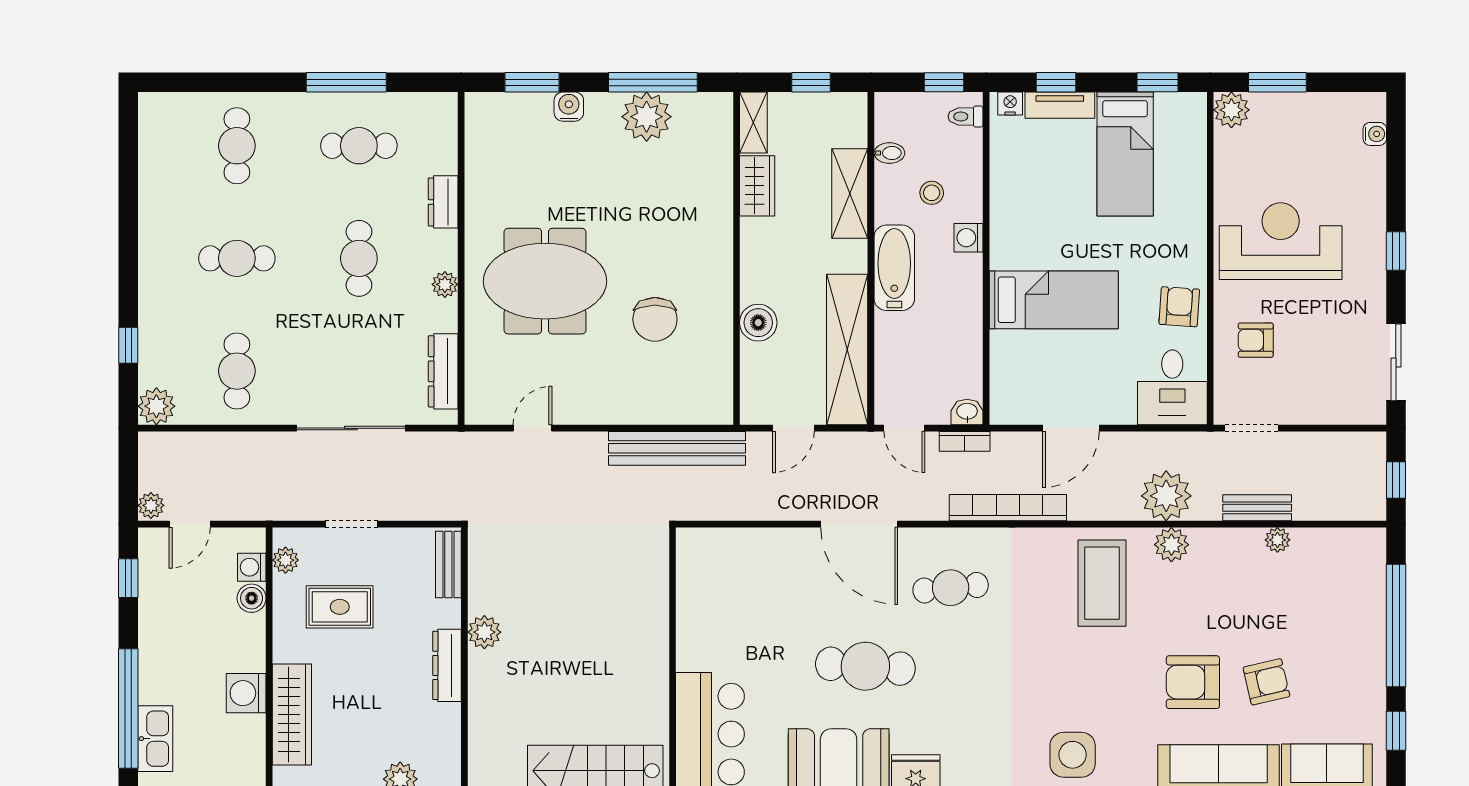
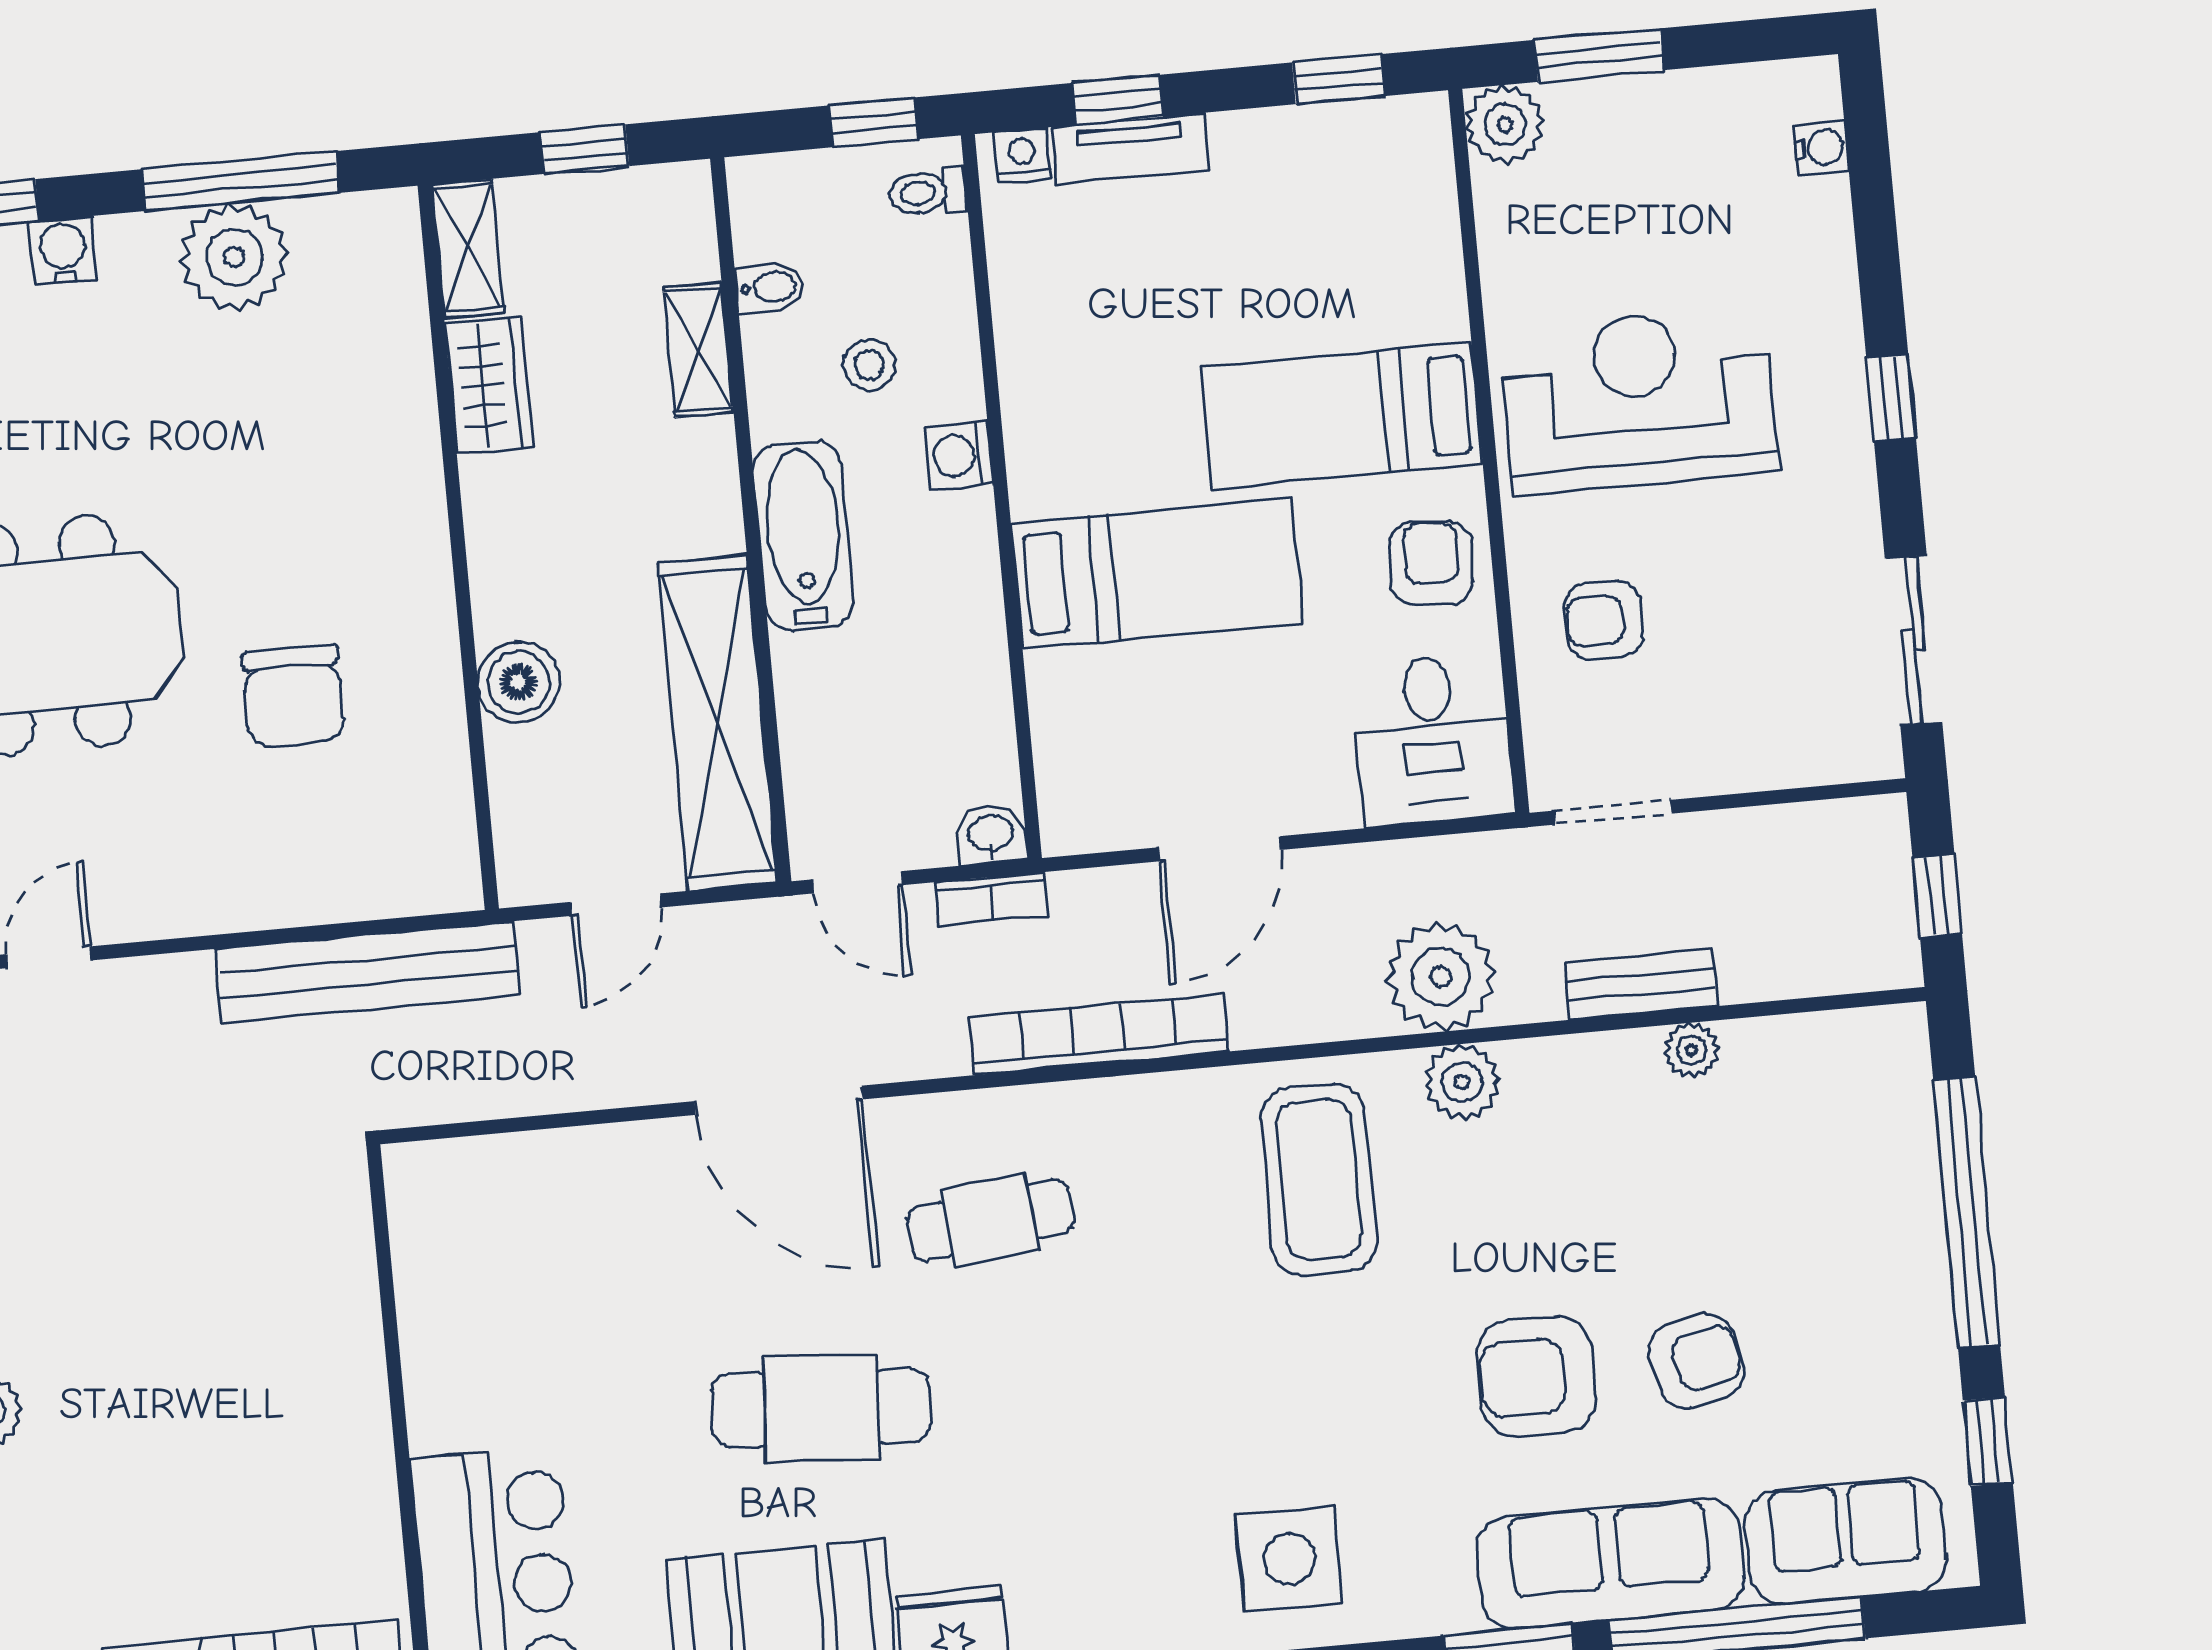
bed: (1125, 154) -> (1342, 415), moved, turned 90
shelving: (850, 193) -> (698, 350), width x0.67, depth x0.75

